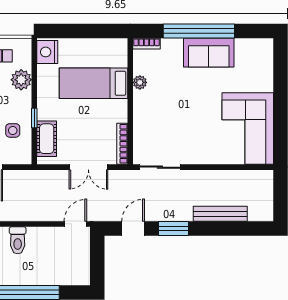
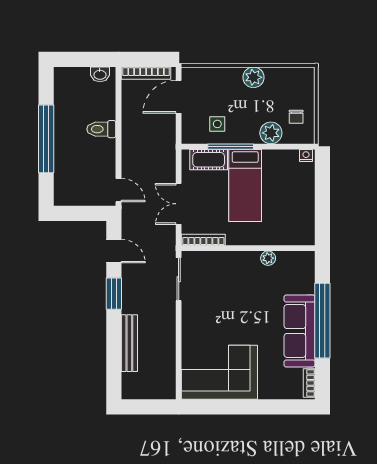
bookcase: (146, 44) -> (309, 383), moved
nightstand: (47, 52) -> (306, 156), width x0.53, depth x0.56
sofa: (209, 53) -> (299, 331), width x1.36
bed: (93, 83) -> (245, 186), moved, turned 180
window: (34, 118) -> (231, 147), width x2.17

